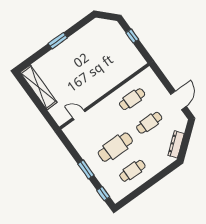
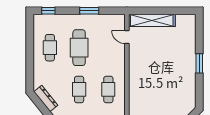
shelving: (39, 87) -> (152, 20), moved
door: (79, 115) -> (127, 37), swing flipped
window: (86, 169) -> (89, 11), moved

